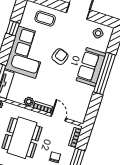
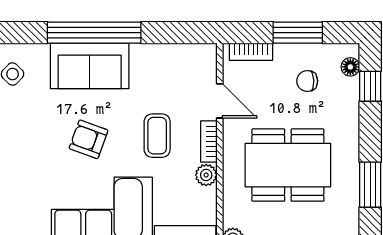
coffee table: (45, 19) -> (157, 136), moved
door: (58, 117) -> (220, 101), swing flipped

